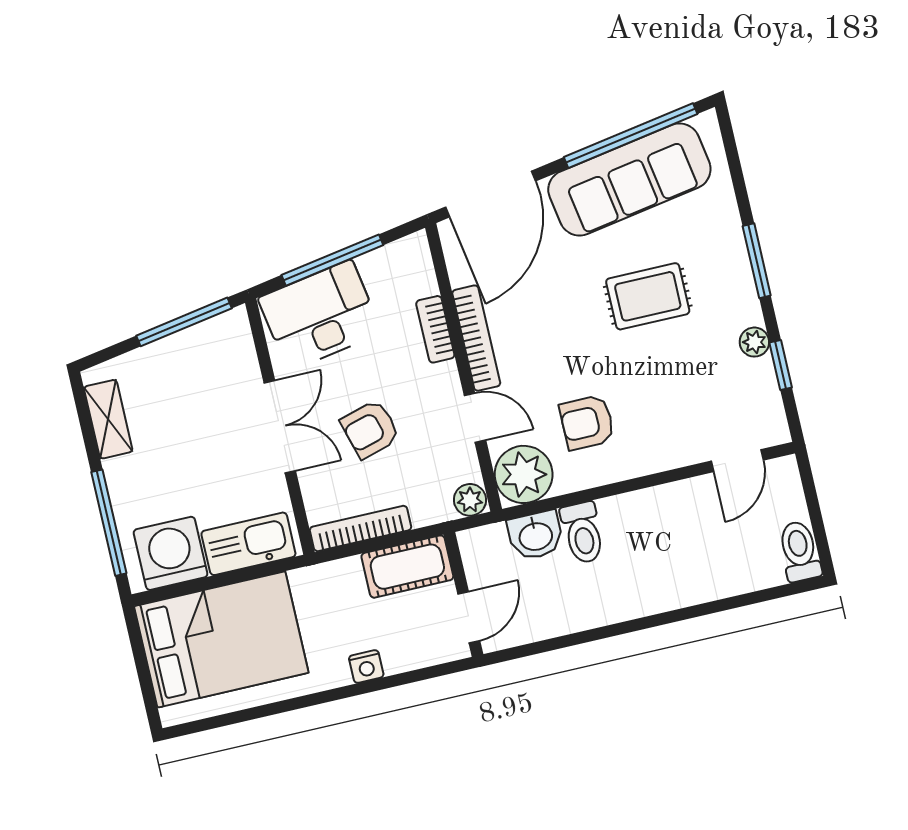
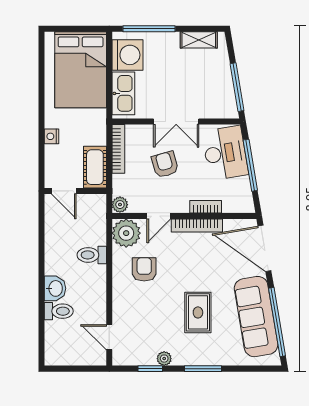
washbasin: (535, 535) -> (55, 288), moved, turned 180
toilet: (800, 551) -> (59, 311), moved

